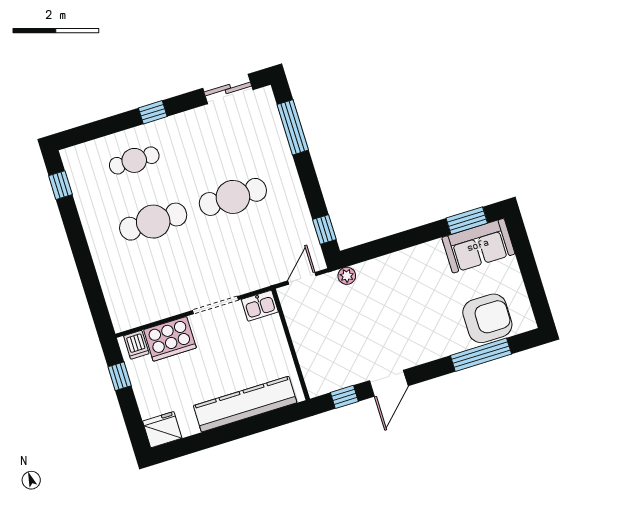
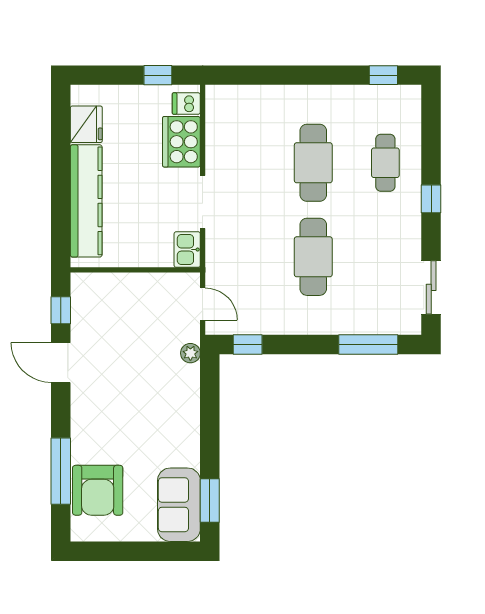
fridge: (162, 430) -> (86, 124), moved

